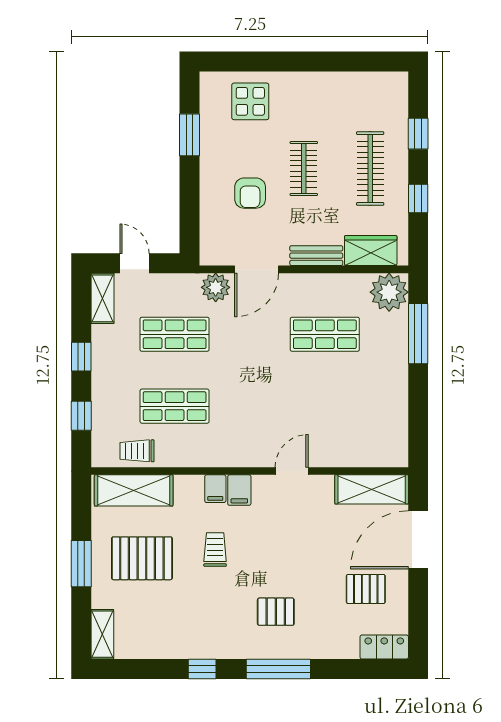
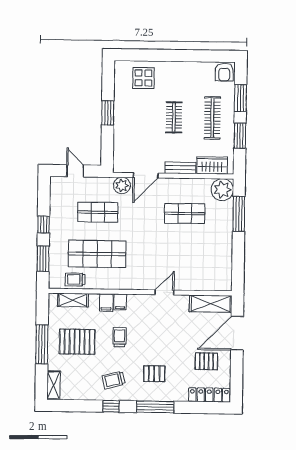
window: (418, 134) -> (240, 98), width x1.50
window: (189, 135) -> (108, 113), moved
armchair: (250, 193) -> (224, 72), moved
window: (418, 198) -> (240, 136), width x1.50
shelving: (102, 298) -> (56, 191), removed
shop shelf: (175, 406) -> (97, 254), width x1.43, depth x1.36
window: (81, 416) -> (43, 259), width x1.50
shelving: (134, 490) -> (73, 300), width x0.67, depth x0.75
filing cabinet: (239, 490) -> (106, 303), moved
window: (81, 564) -> (42, 344), width x1.44
trolley: (206, 624) -> (114, 380), added
locker: (384, 647) -> (209, 395), width x1.53

